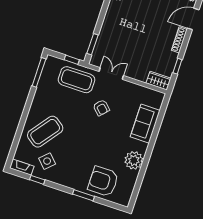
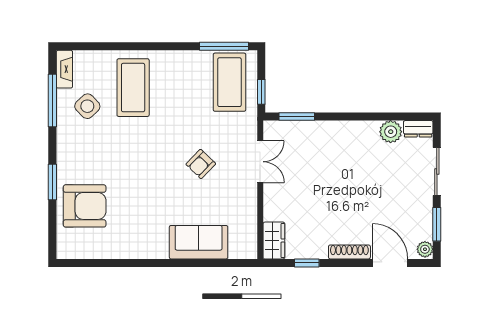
coffee table: (76, 80) -> (229, 82), moved
coffee table: (45, 132) -> (133, 88), turned 53
plant: (134, 160) -> (134, 244), removed
window: (37, 180) -> (52, 101), width x2.17
armchair: (103, 181) -> (85, 206), turned 90

